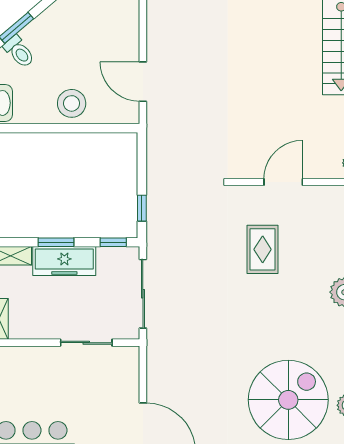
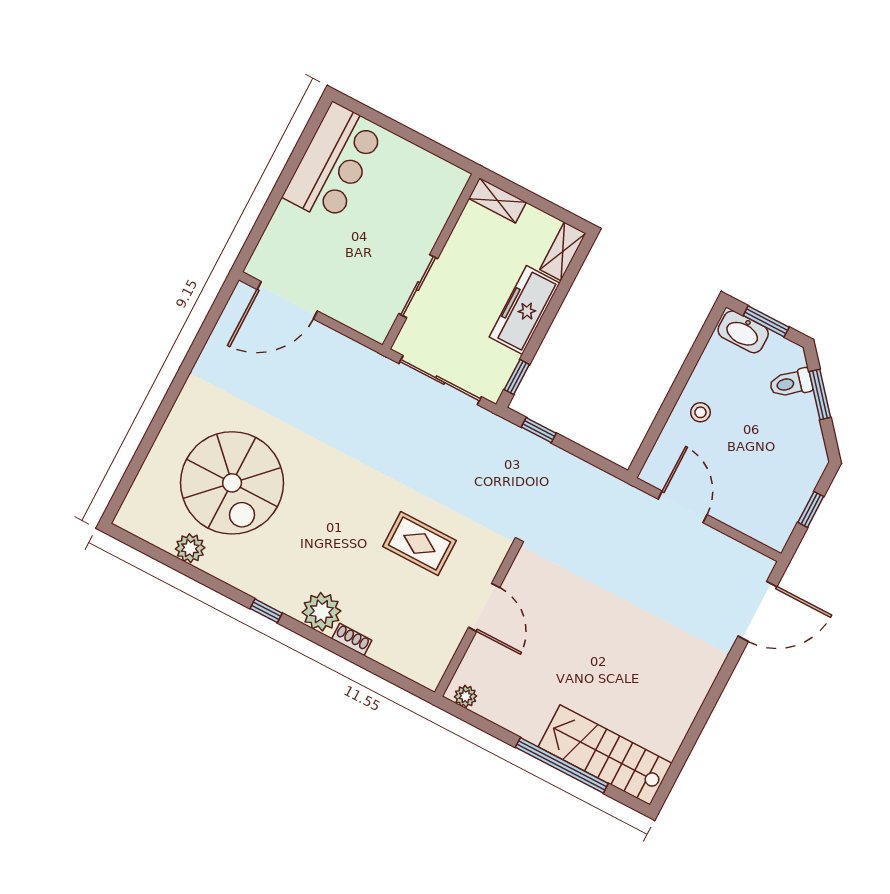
door: (143, 82) -> (683, 507), hinge flipped
stool: (72, 103) -> (700, 412), width x0.53, depth x0.53
window: (56, 242) -> (551, 312), removed

